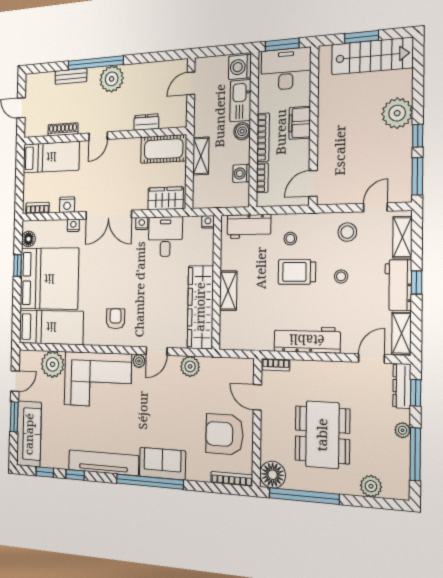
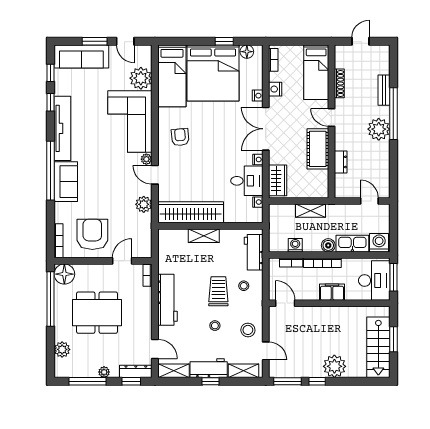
cot: (164, 149) -> (318, 149), moved
nightstand: (208, 222) -> (258, 202), moved
armchair: (115, 319) -> (180, 137), turned -95

